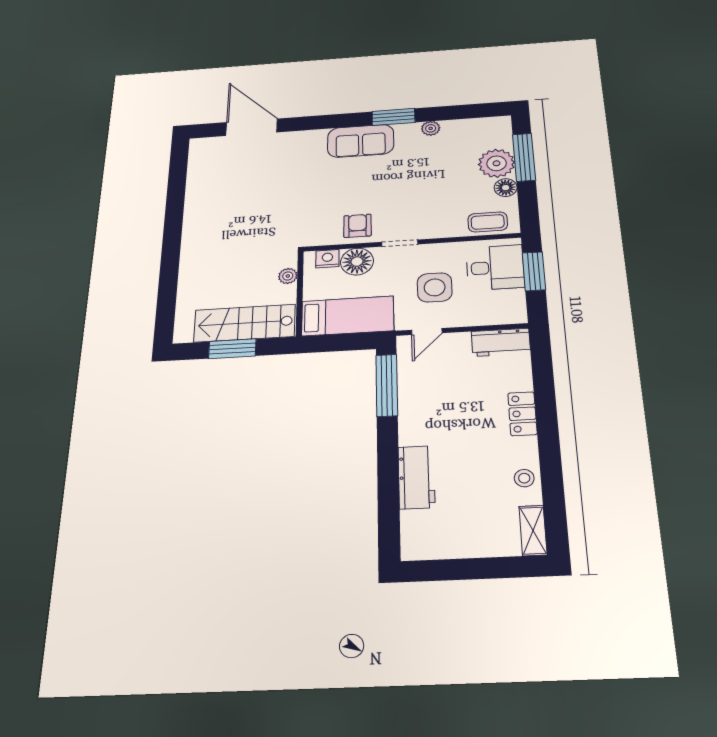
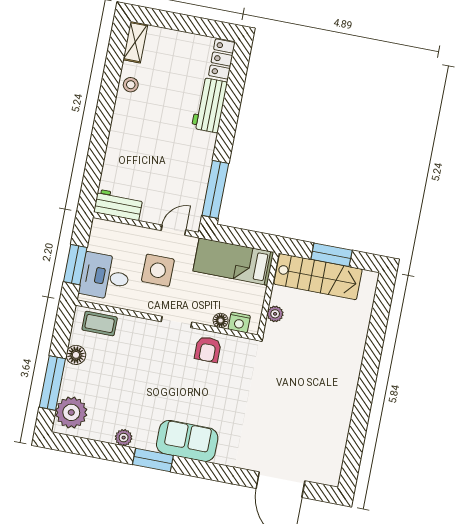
plant: (497, 163) -> (71, 412), moved
floor lamp: (357, 262) -> (221, 320), width x0.53, depth x0.53
locker: (522, 414) -> (222, 59), moved, turned 180

